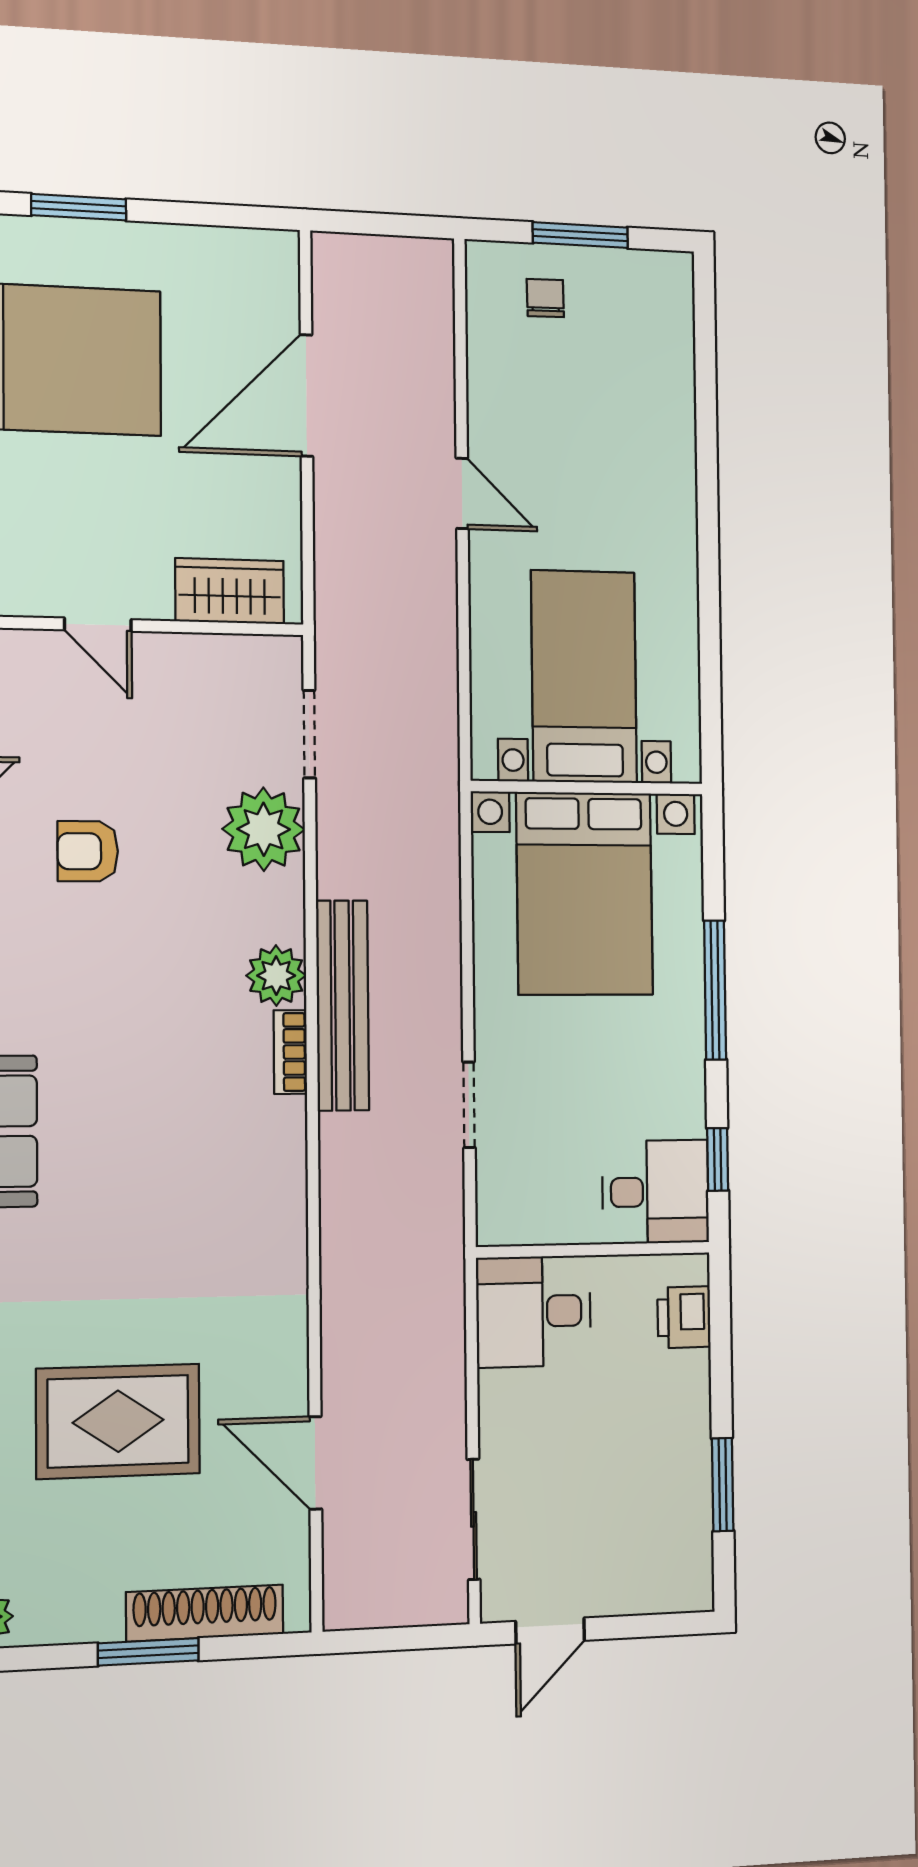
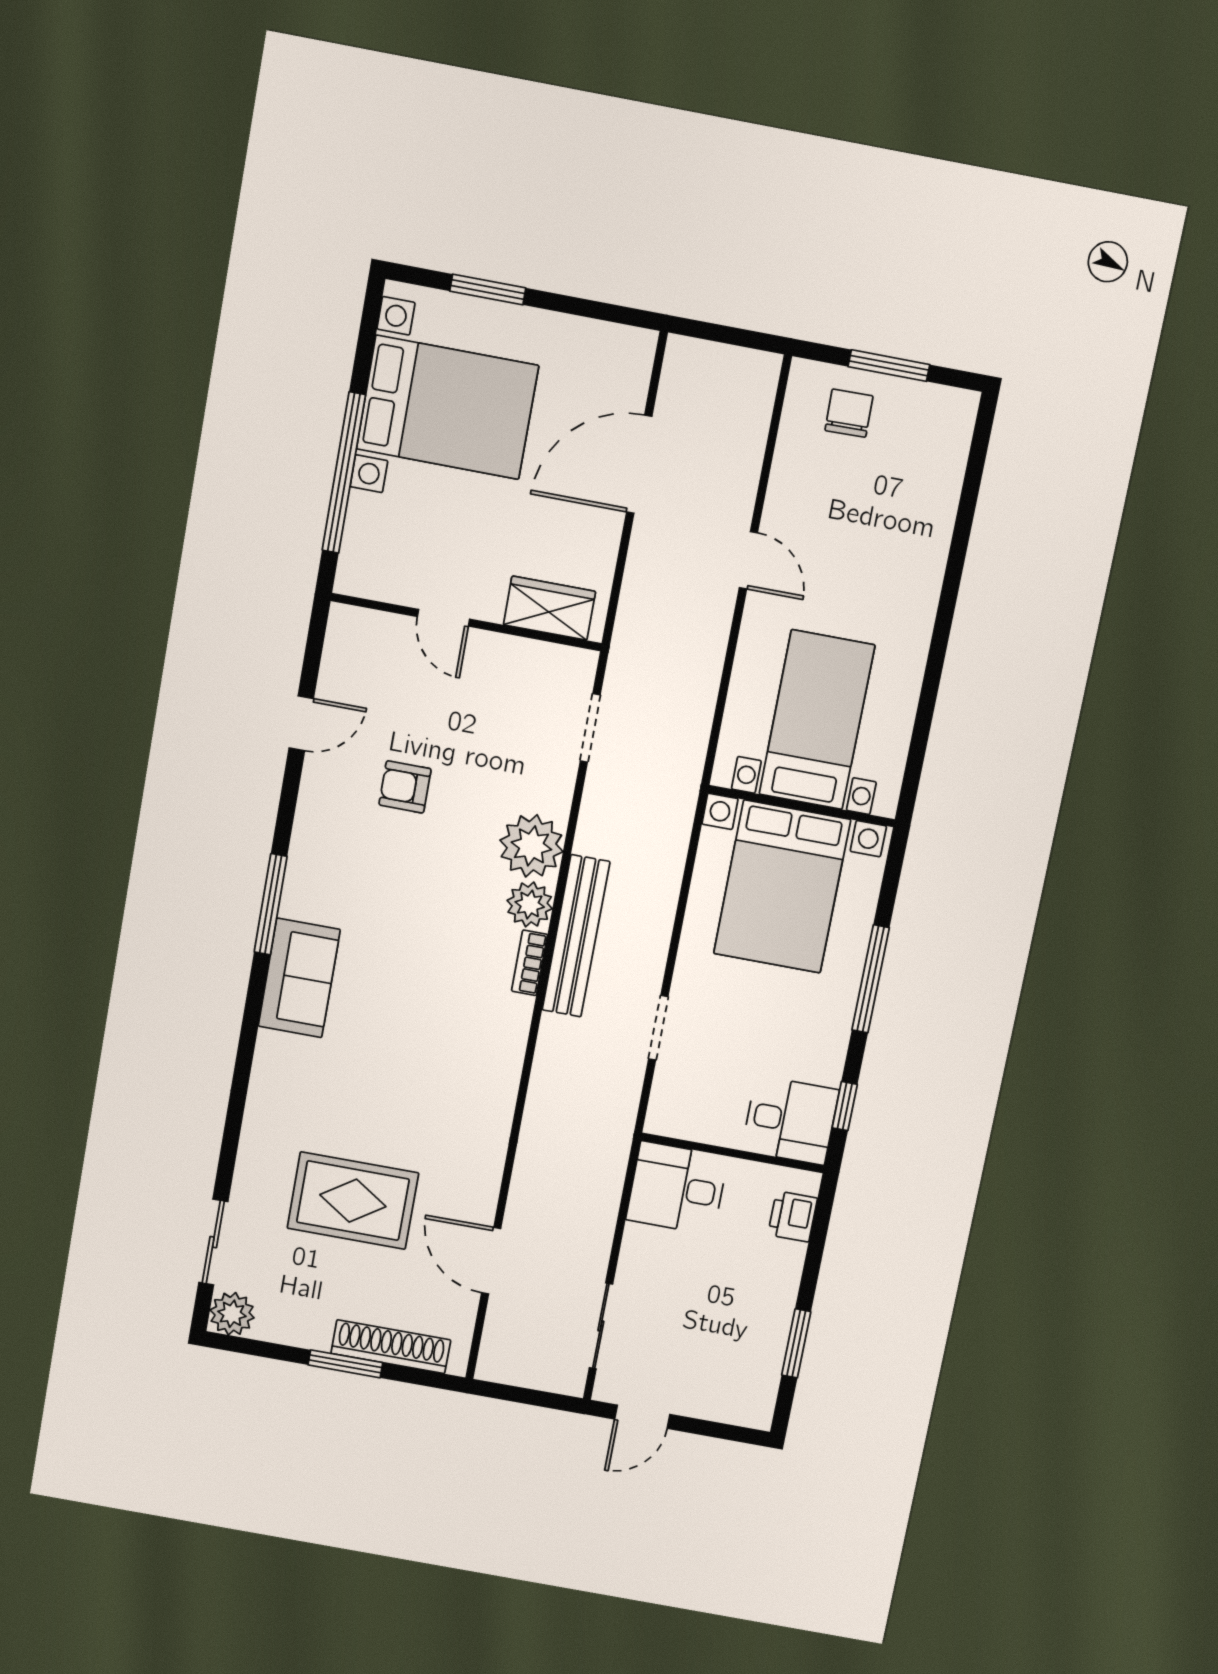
chair: (545, 298) -> (849, 413), width x1.37, depth x1.37
plant: (264, 829) -> (531, 846), moved

